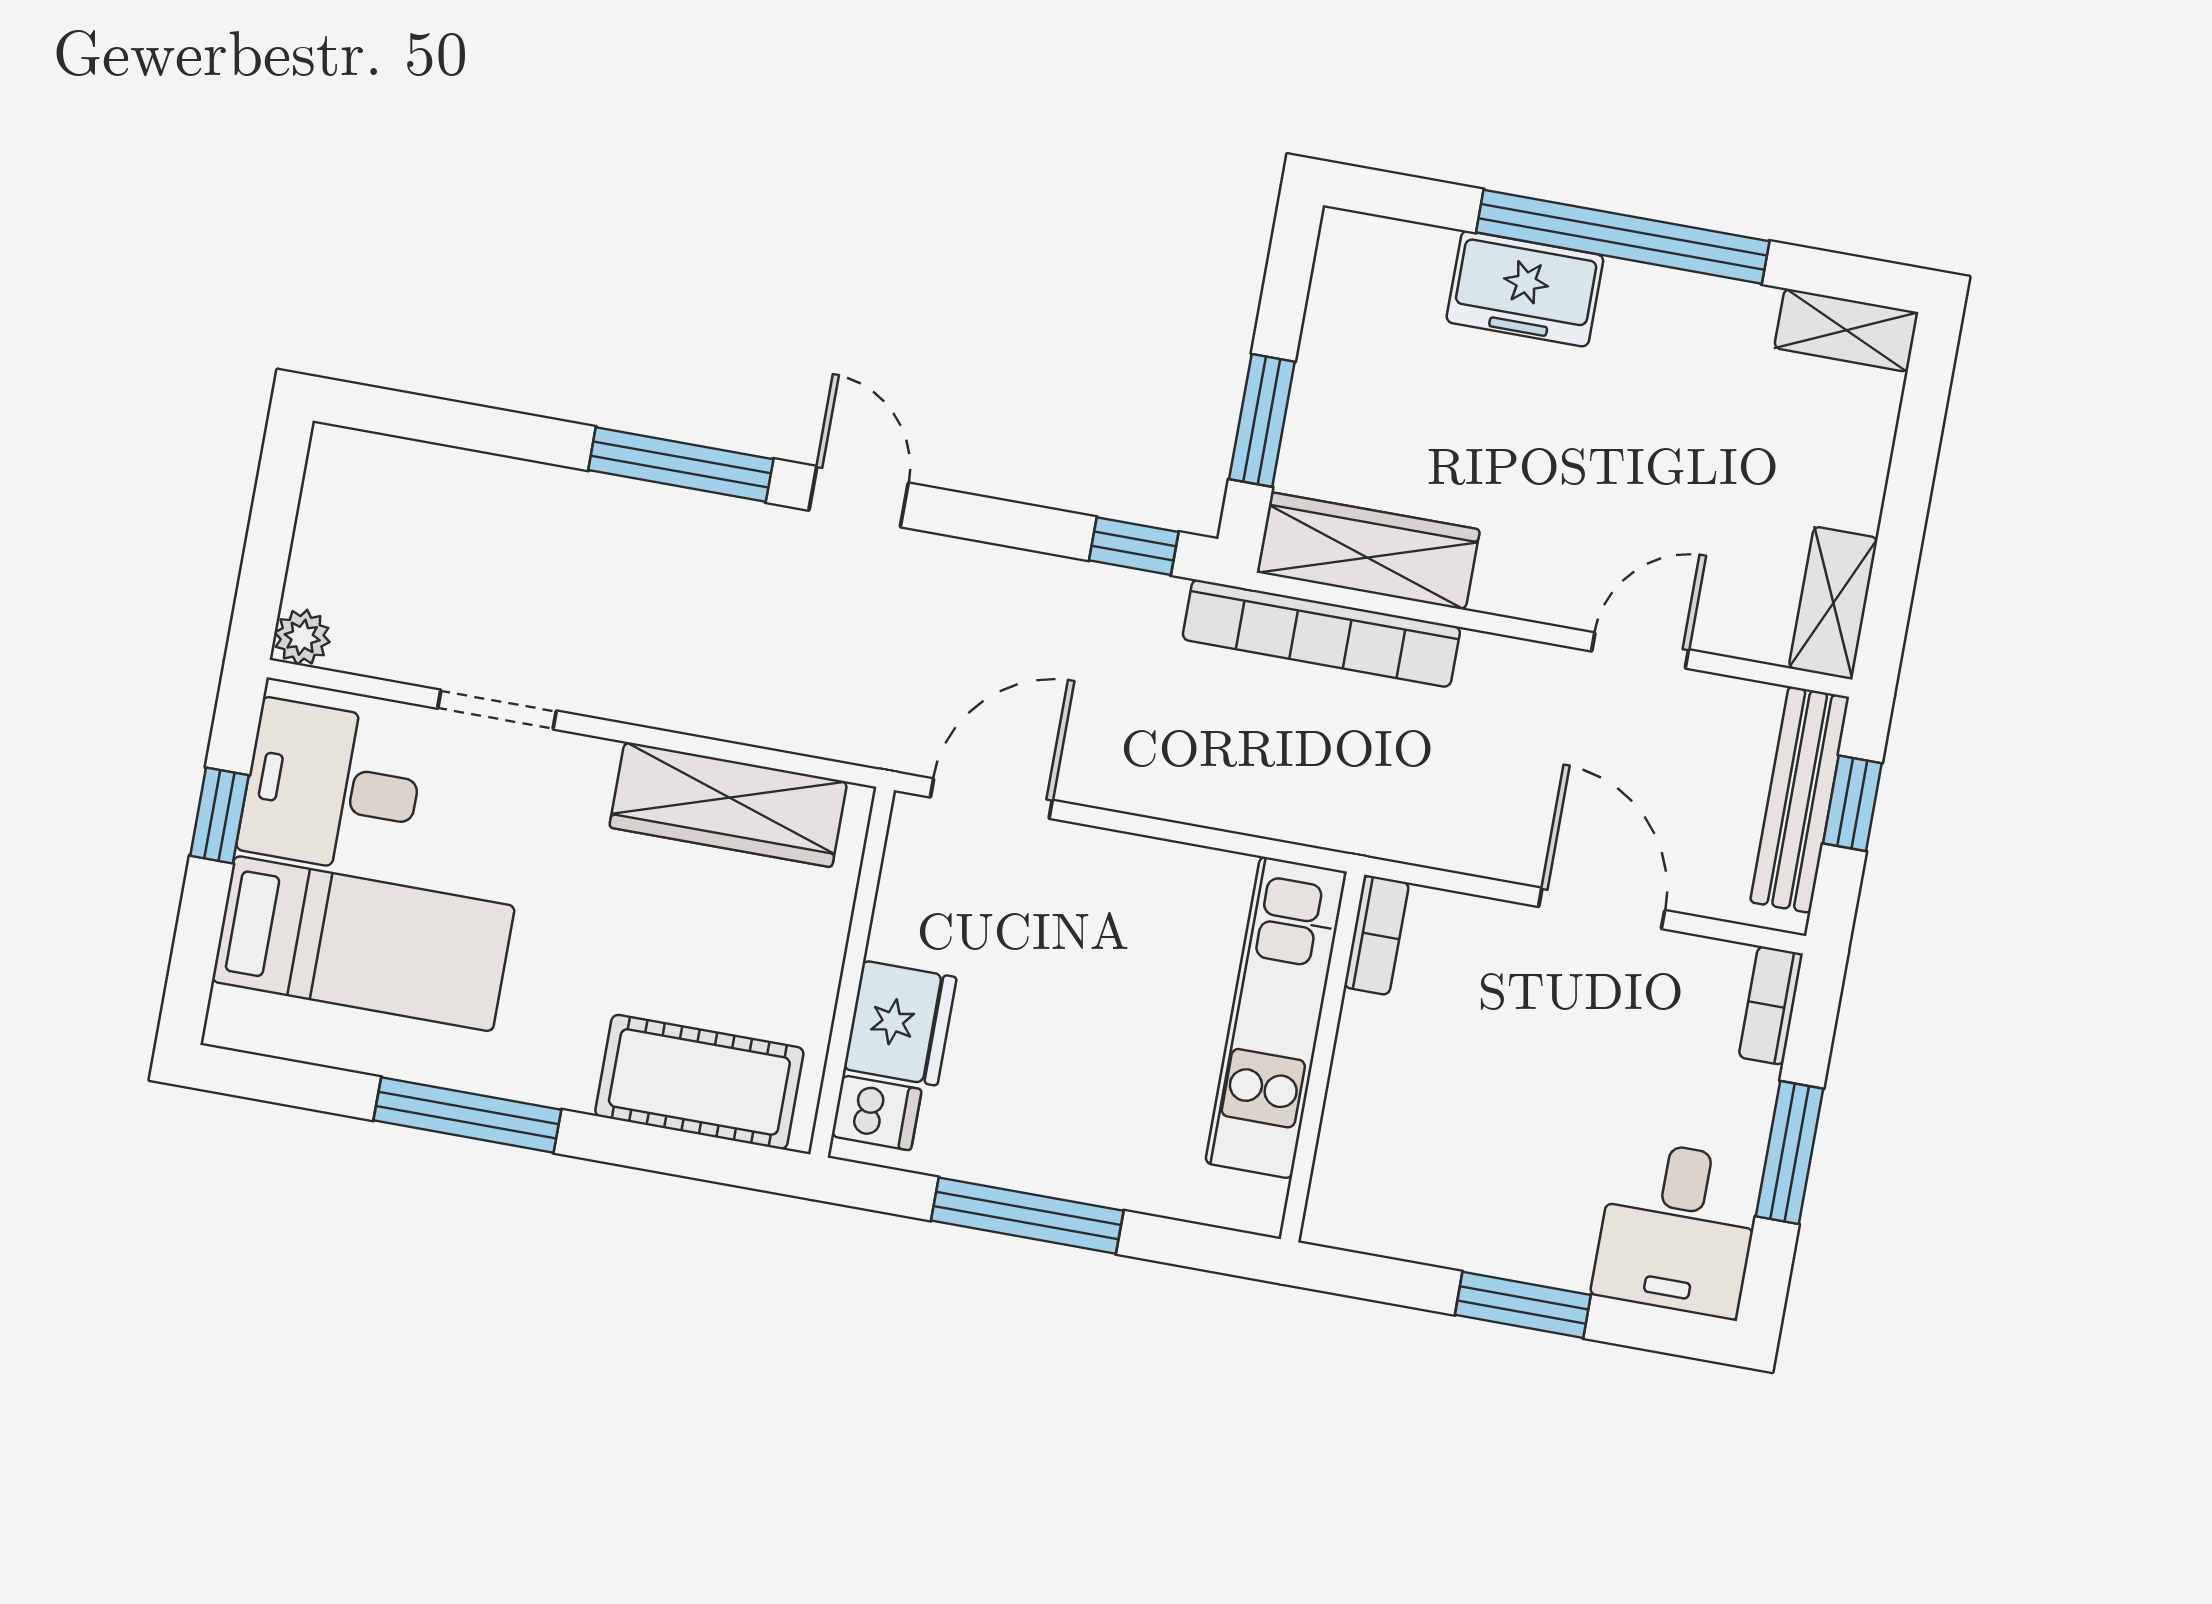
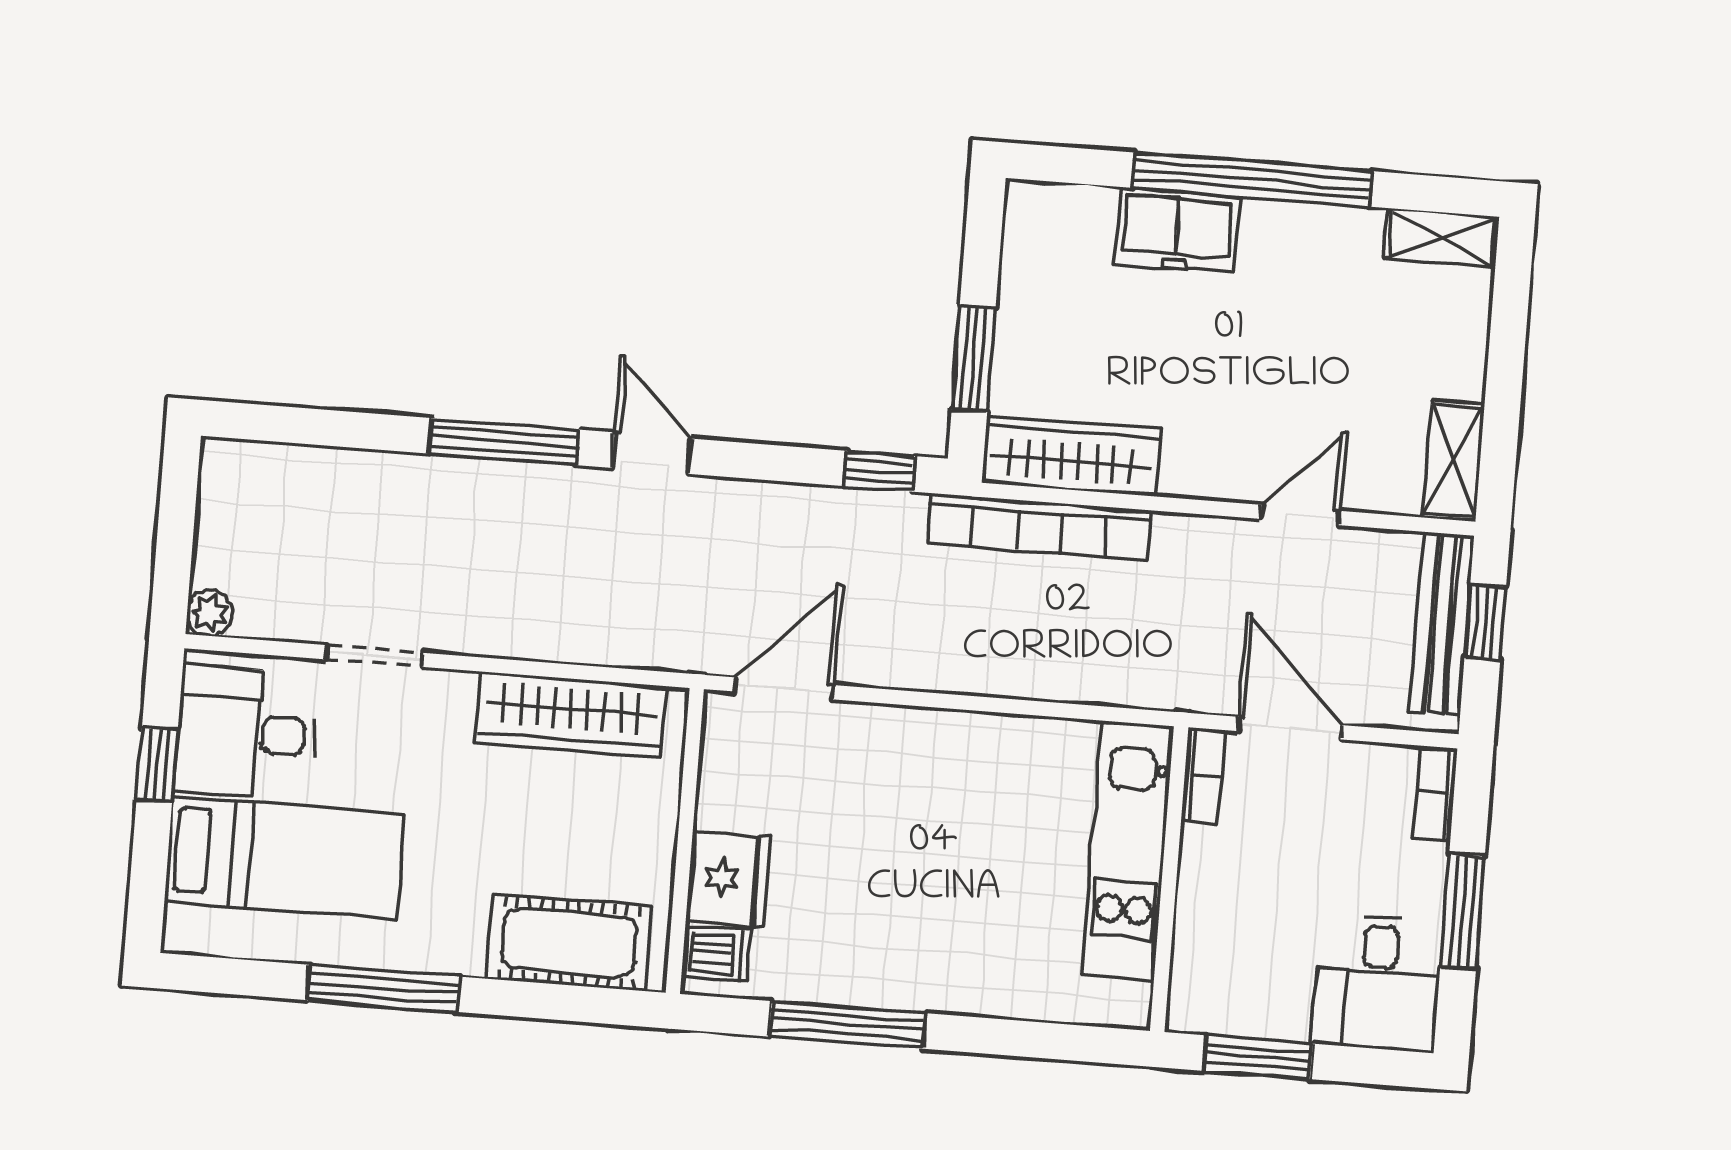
bookcase: (1377, 935) -> (1203, 775), moved
kitchen unit: (1276, 1017) -> (1128, 851), moved
wall: (1322, 1057) -> (1169, 879), moved

